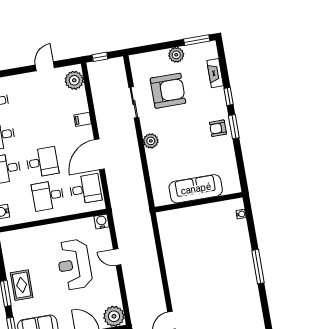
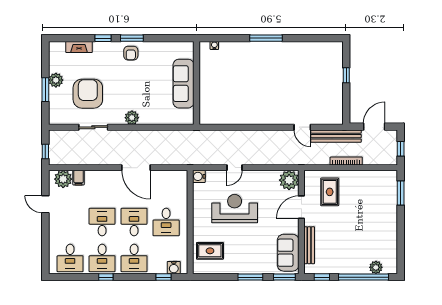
window: (197, 40) -> (45, 90), moved
filing cabinet: (83, 119) -> (79, 178), moved
desk: (85, 189) -> (102, 222), moved
reception desk: (74, 265) -> (235, 209), turned 180
rug: (22, 285) -> (210, 251), moved

